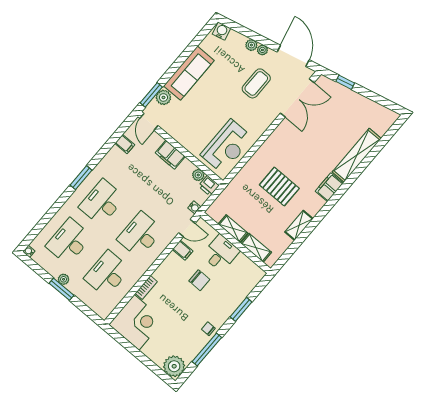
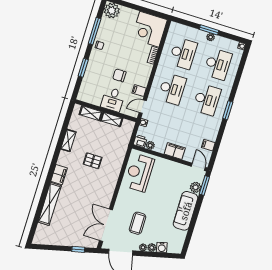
water cooler: (221, 31) -> (162, 247), moved
pallet: (279, 187) -> (93, 161), width x0.67, depth x0.71

